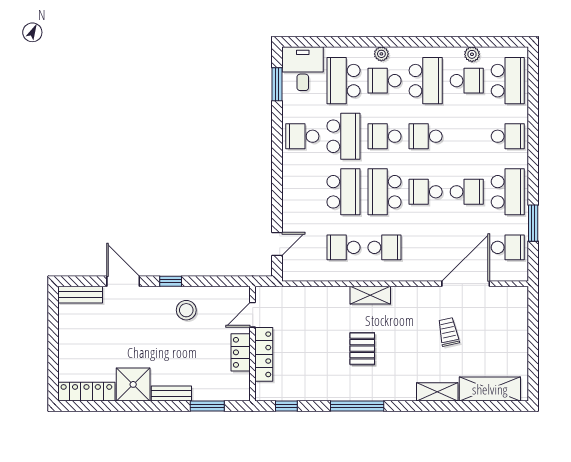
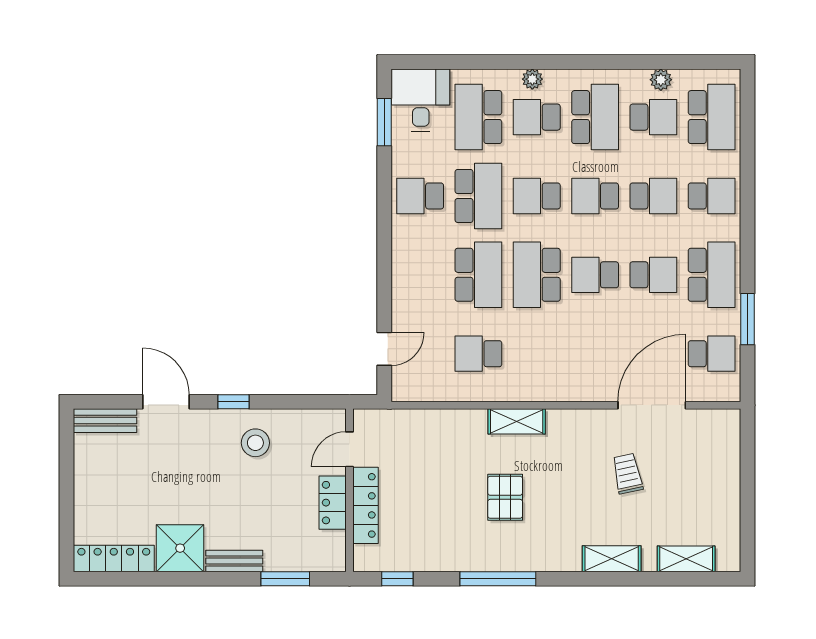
school desk: (385, 247) -> (653, 196), moved
shelving: (490, 389) -> (686, 559), width x0.67, depth x0.75

